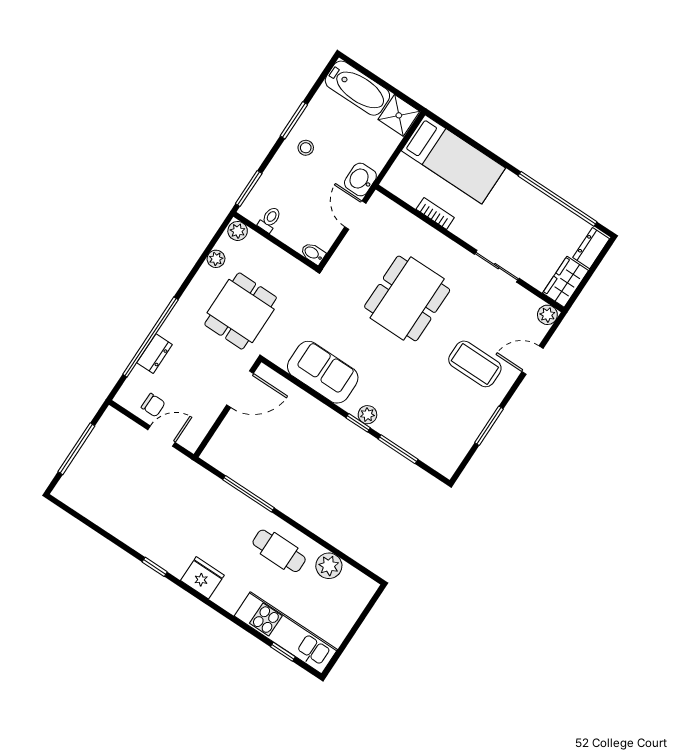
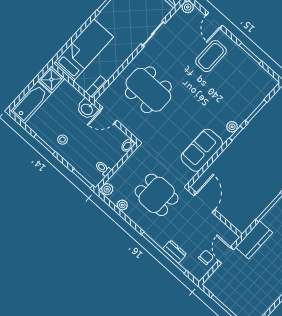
bookcase: (435, 213) -> (96, 87), moved
dining table: (407, 298) -> (148, 90), moved
kitchen counter: (193, 477) -> (254, 240), added

